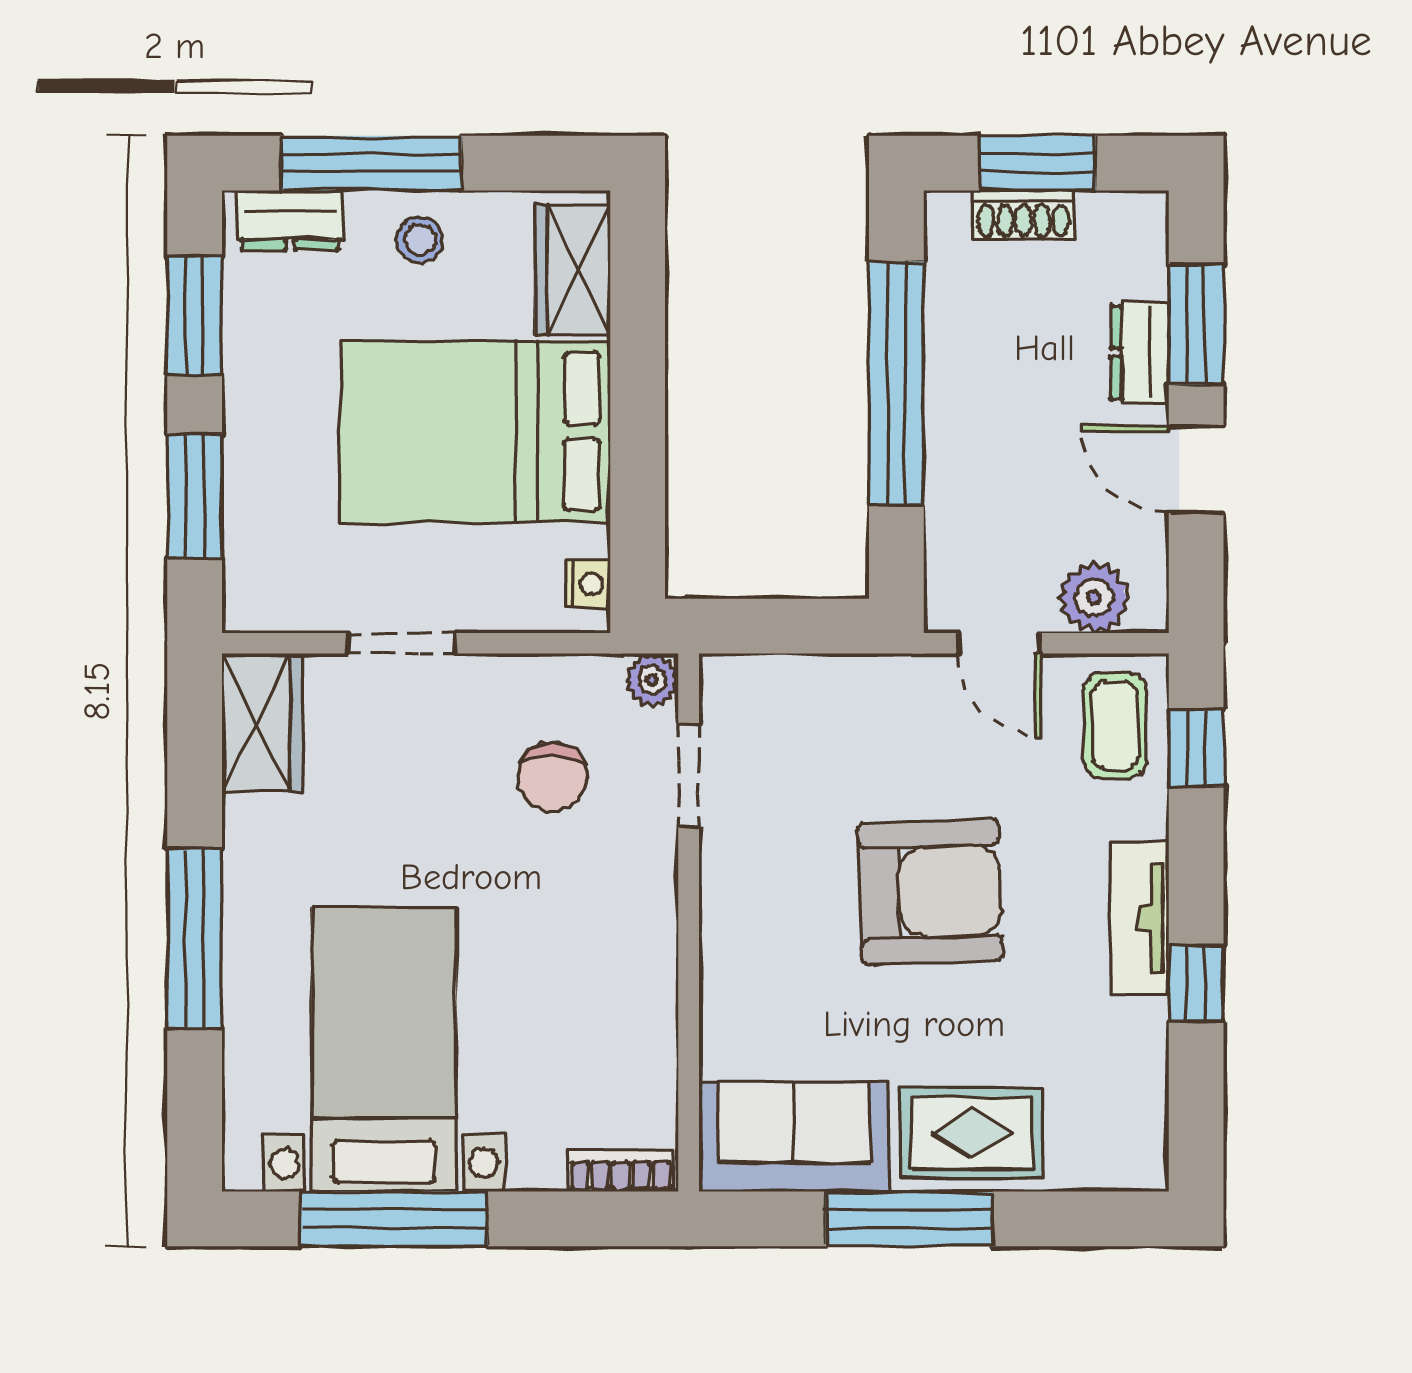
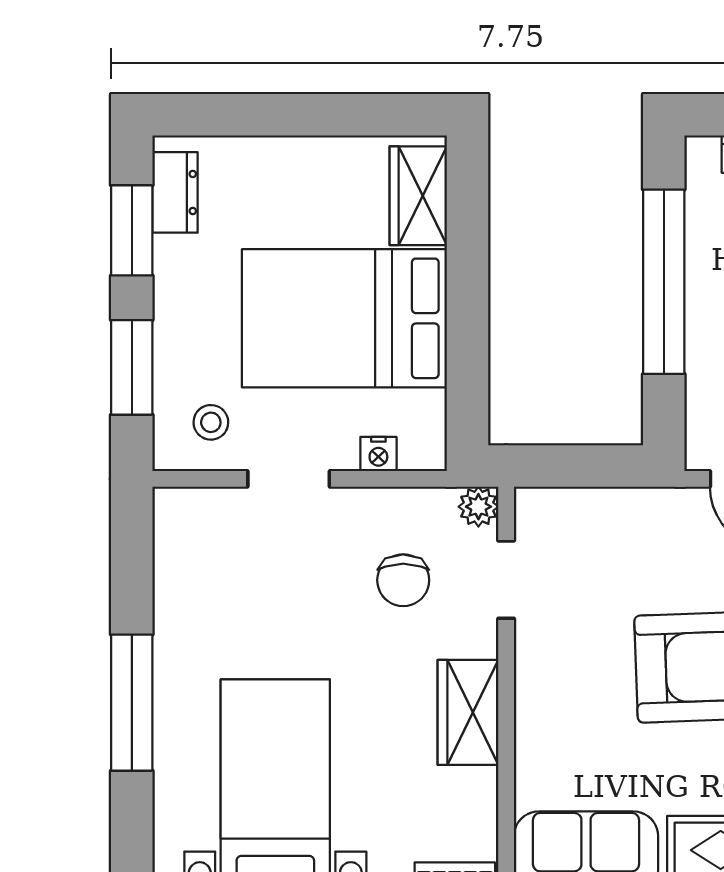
window: (371, 163) -> (266, 115), removed
dresser: (290, 220) -> (175, 192), moved, turned -90
stool: (420, 240) -> (211, 422), moved
nightstand: (588, 584) -> (378, 454), moved, turned 90
wardrobe: (262, 723) -> (468, 712), moved, turned 180

